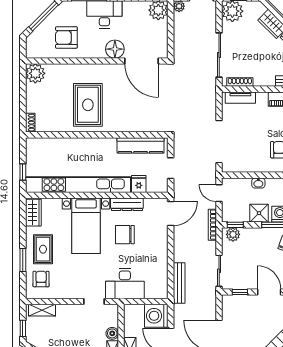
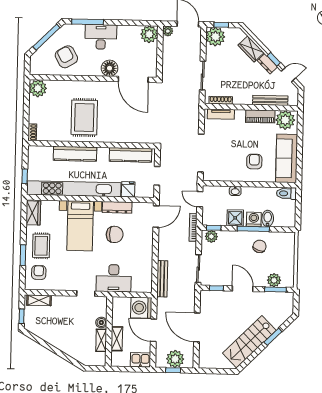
armchair: (66, 37) -> (66, 57), turned 60
sliding door: (219, 55) -> (203, 76), width x0.73
kitchen counter: (79, 146) -> (75, 154), added
chair: (125, 235) -> (115, 234), turned 180

